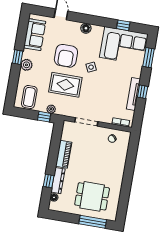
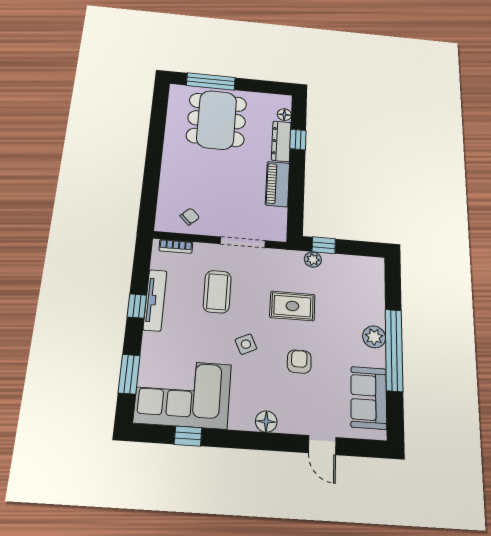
armchair: (66, 56) -> (299, 362), width x0.53, depth x0.53
window: (18, 57) -> (394, 350), width x3.17
rug: (65, 85) -> (292, 306), width x0.73, depth x0.70
coffee table: (29, 97) -> (217, 292), moved
dining table: (92, 196) -> (217, 120), width x1.38

